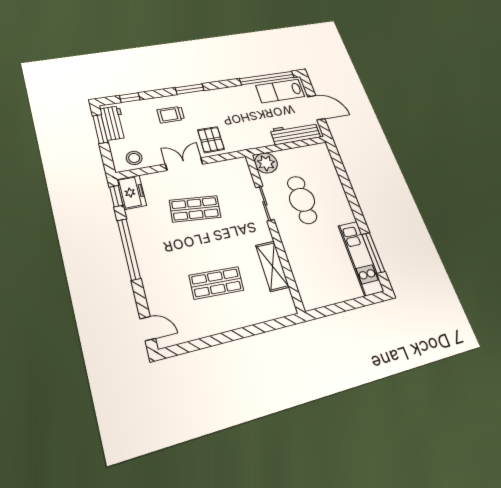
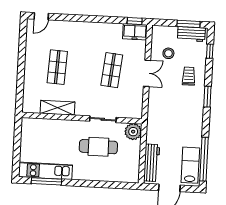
pallet: (211, 140) -> (161, 98), removed
stool: (134, 158) -> (168, 53), moved
window: (129, 249) -> (95, 19), removed

